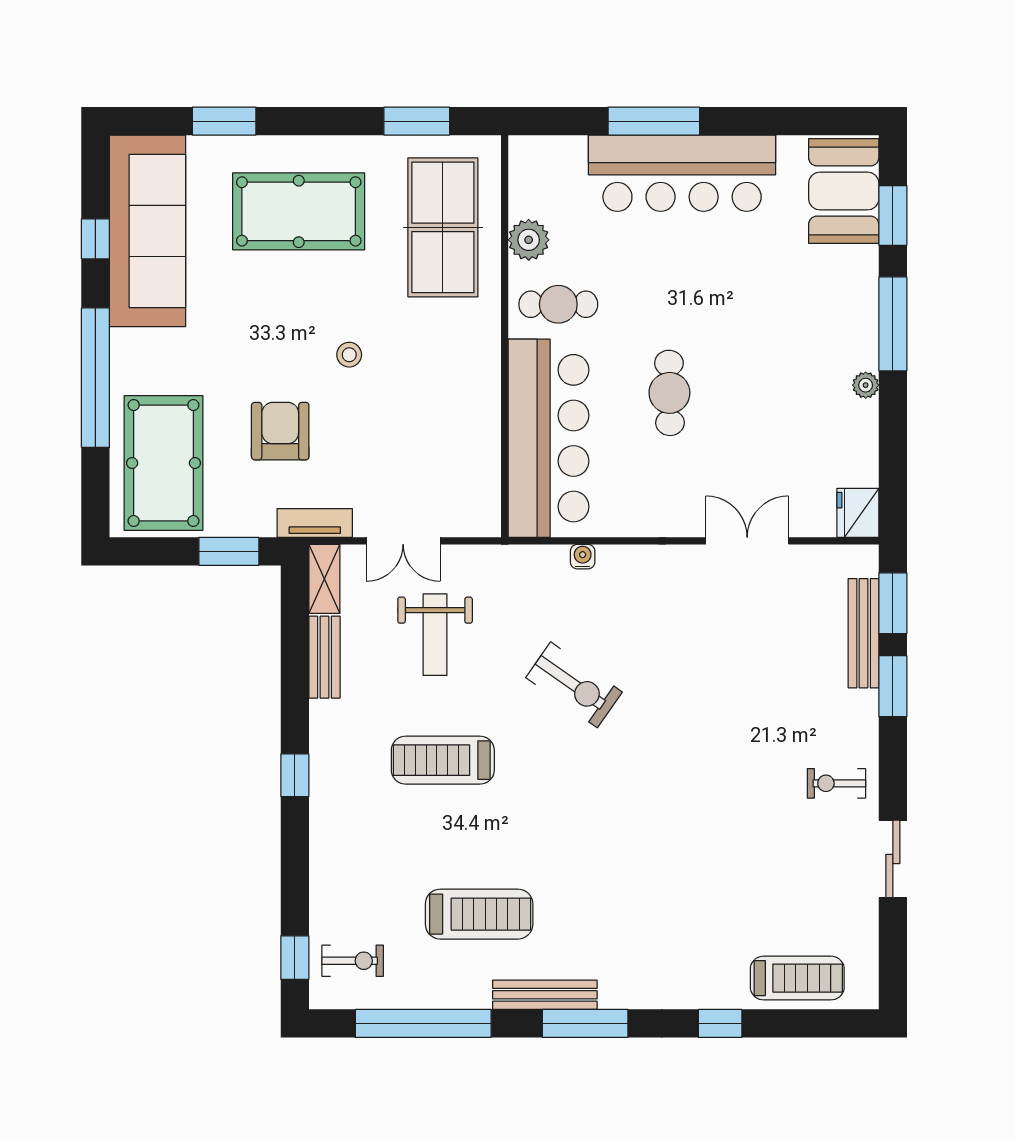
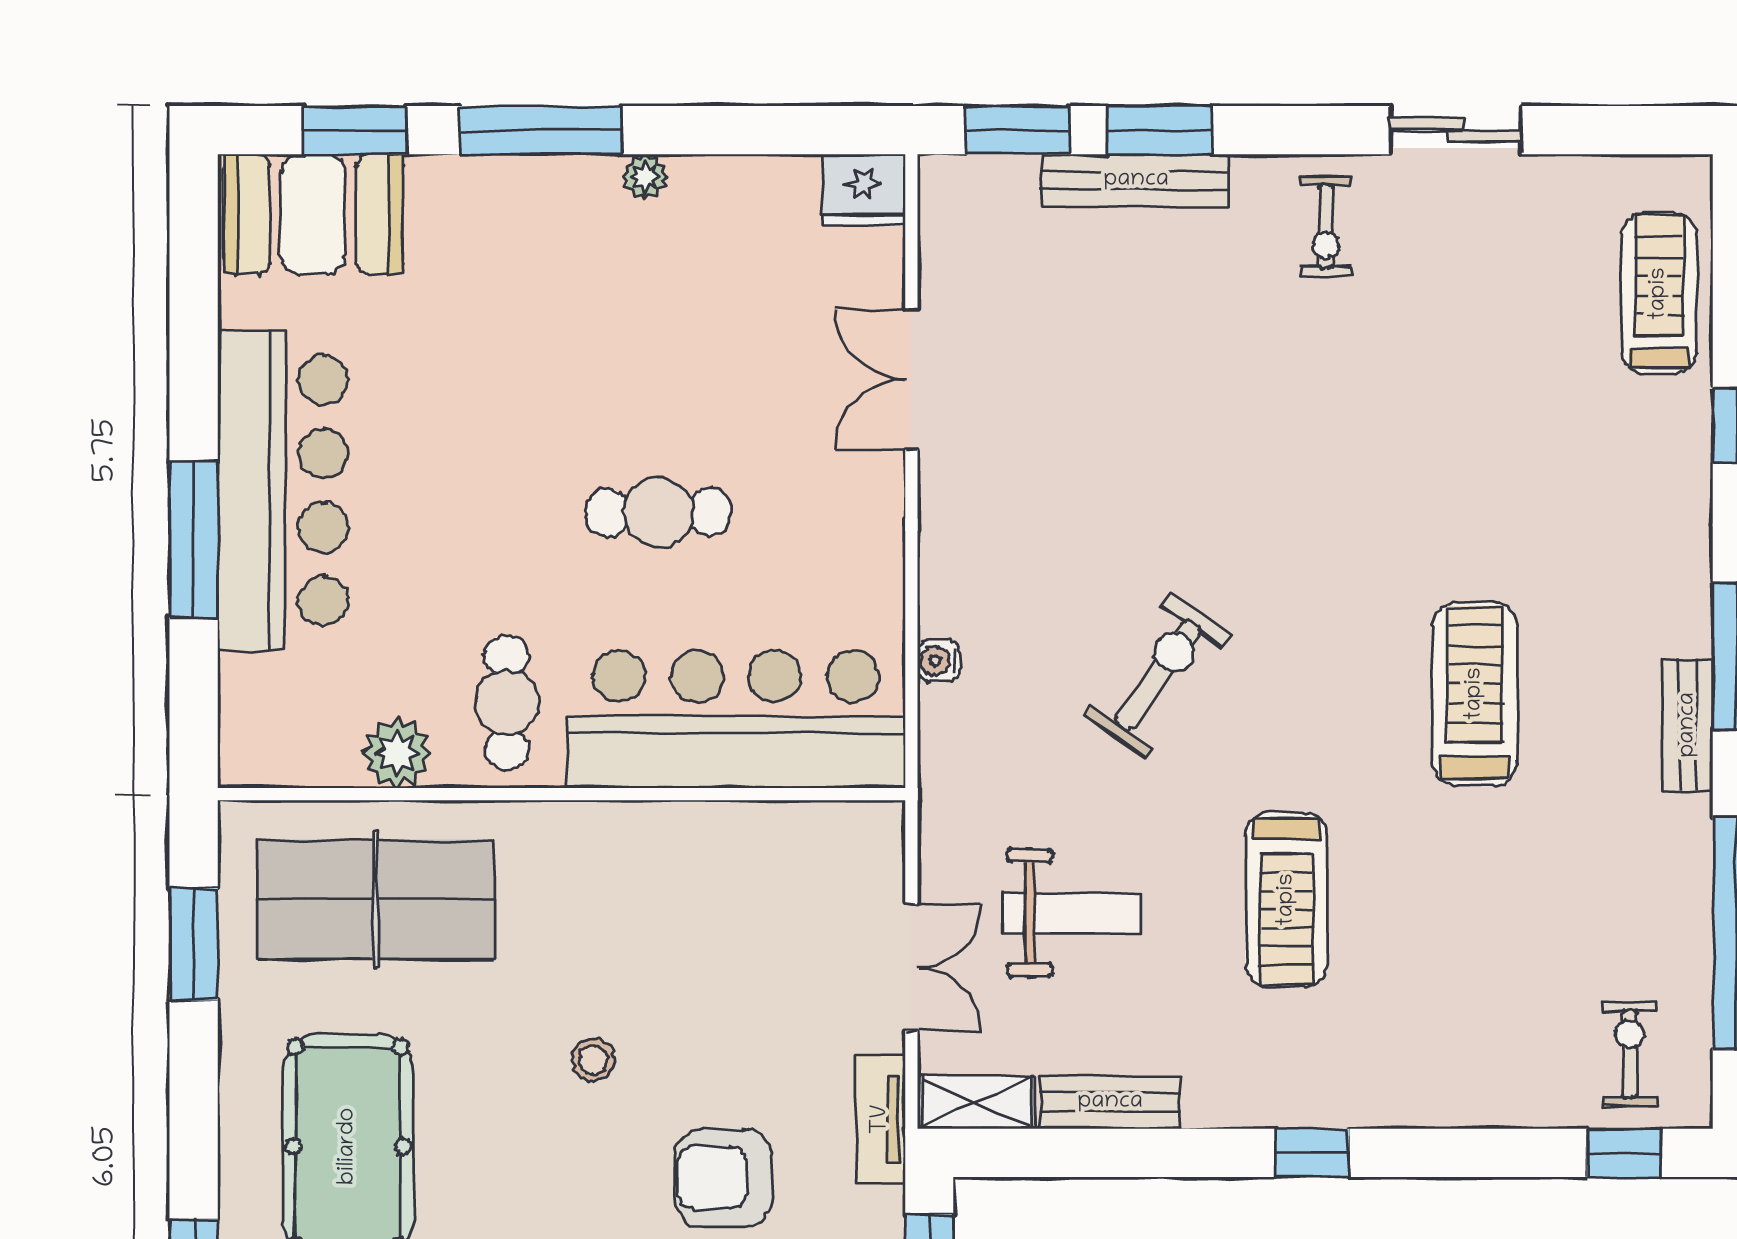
bench: (864, 633) -> (1136, 180), moved
treadmill: (479, 914) -> (1475, 694), moved
bench: (545, 995) -> (1688, 725), width x0.73

